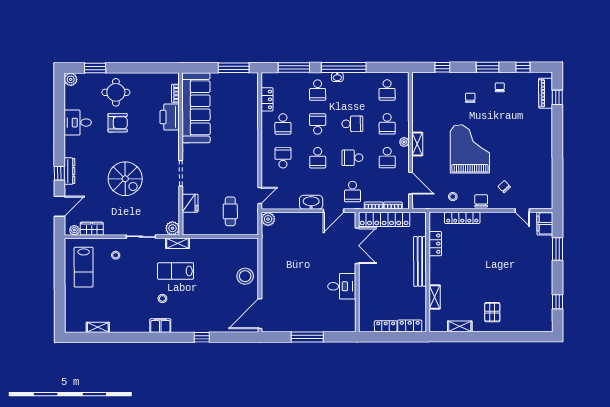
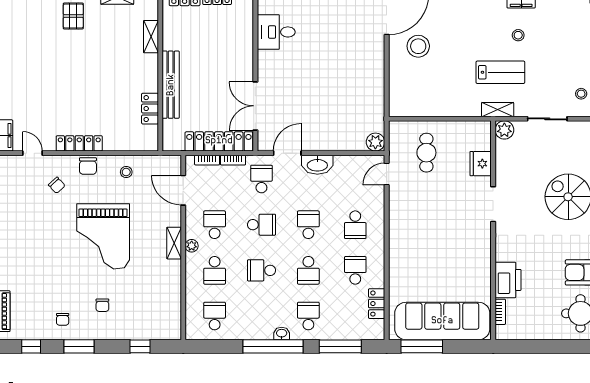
sofa: (196, 108) -> (442, 321), moved, turned 90
school desk: (387, 124) -> (215, 270), turned 180
locker: (462, 218) -> (79, 143), moved
stool: (245, 276) -> (418, 46), moved
desk: (342, 286) -> (276, 32), moved

